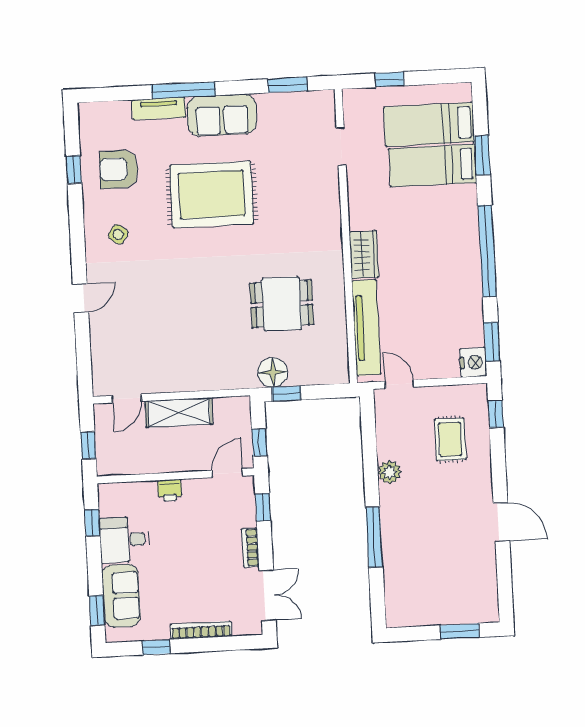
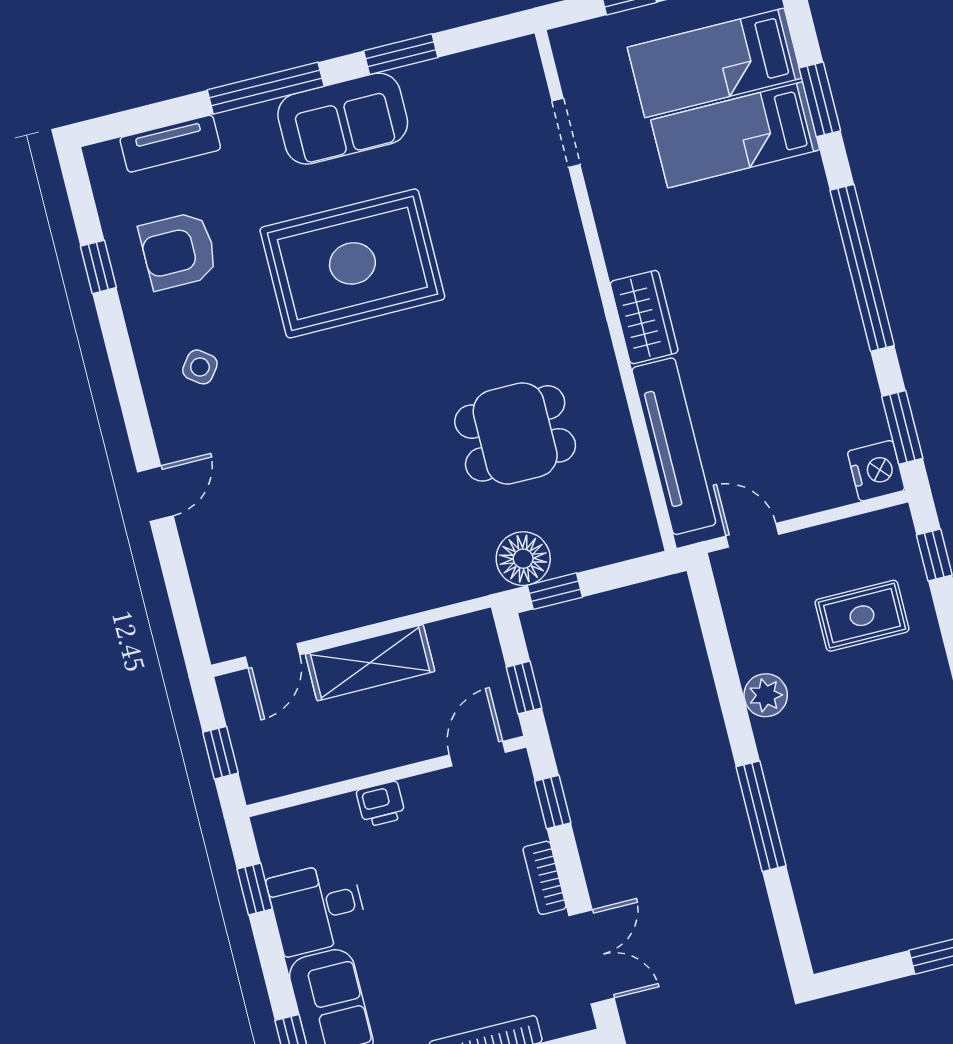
window: (287, 85) -> (401, 54), moved
tv unit: (159, 109) -> (170, 144), moved
rug: (450, 439) -> (862, 616), turned 90

